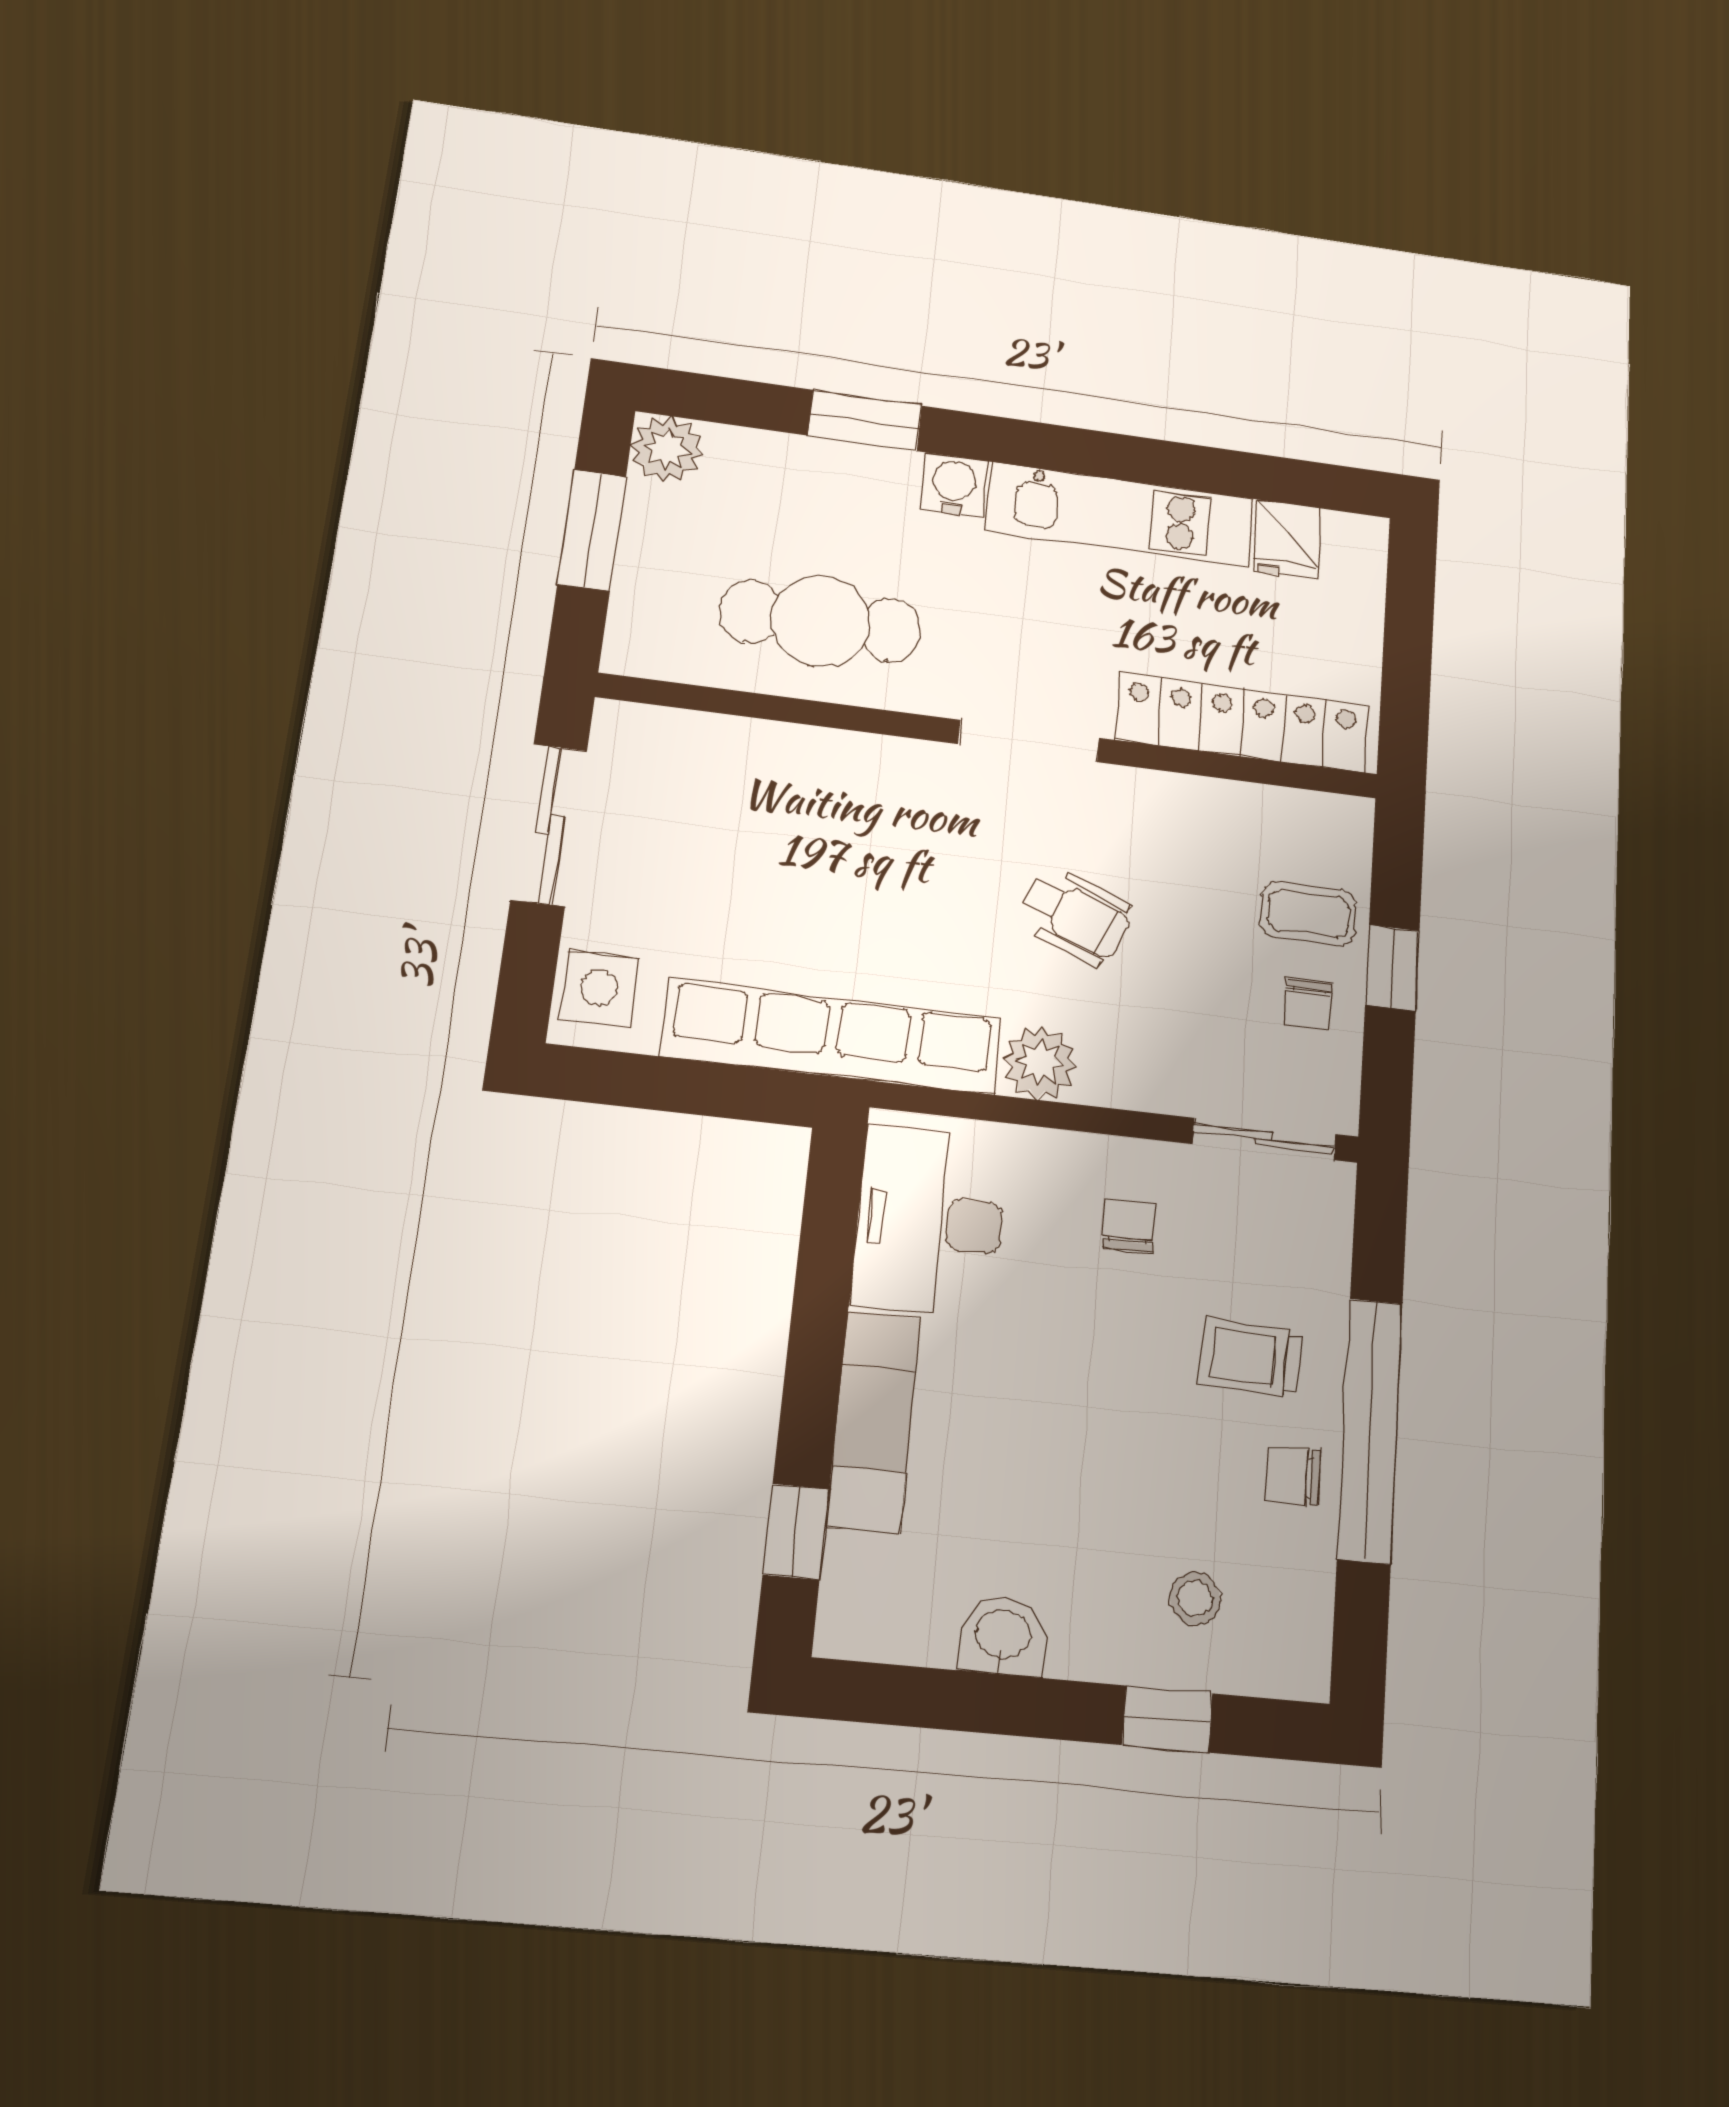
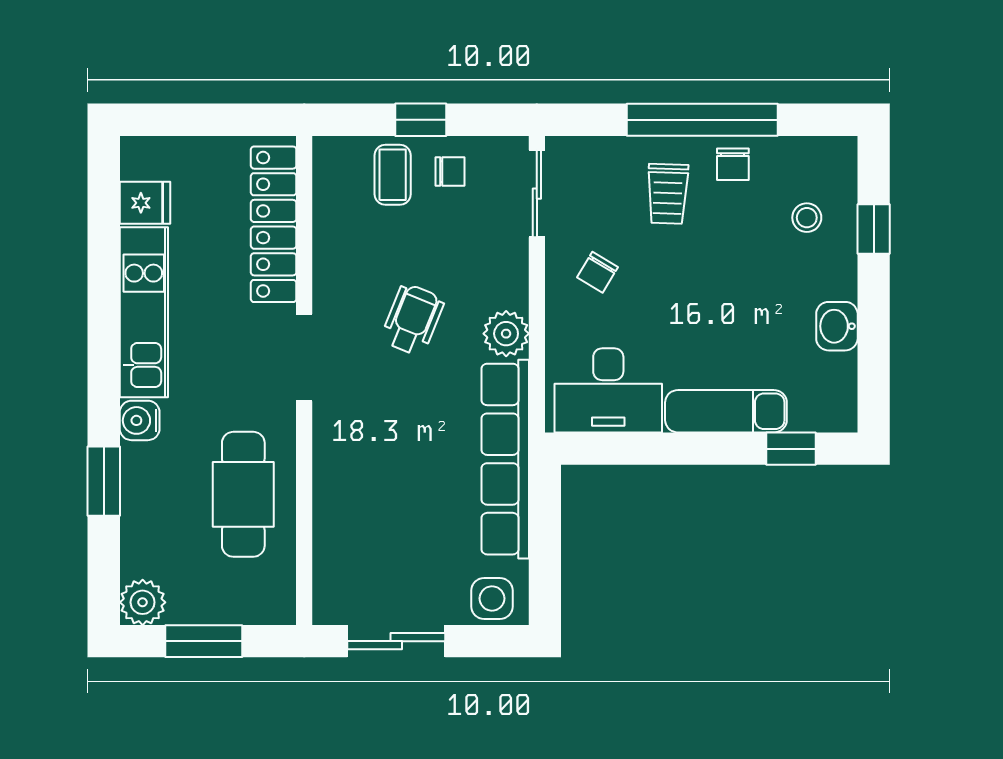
chair: (1129, 1225) -> (597, 272), turned -59

